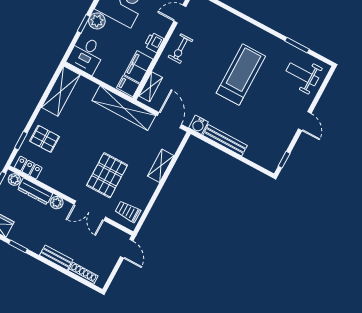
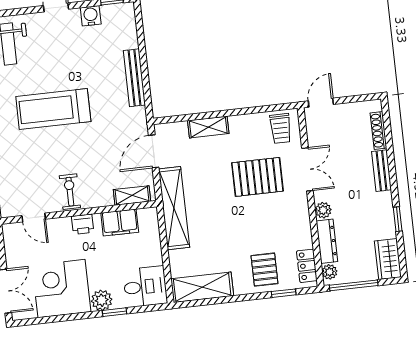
exercise bike: (181, 49) -> (70, 192), turned -90
filing cabinet: (128, 86) -> (148, 220), removed
water cooler: (198, 125) -> (91, 16), moved, turned -90

